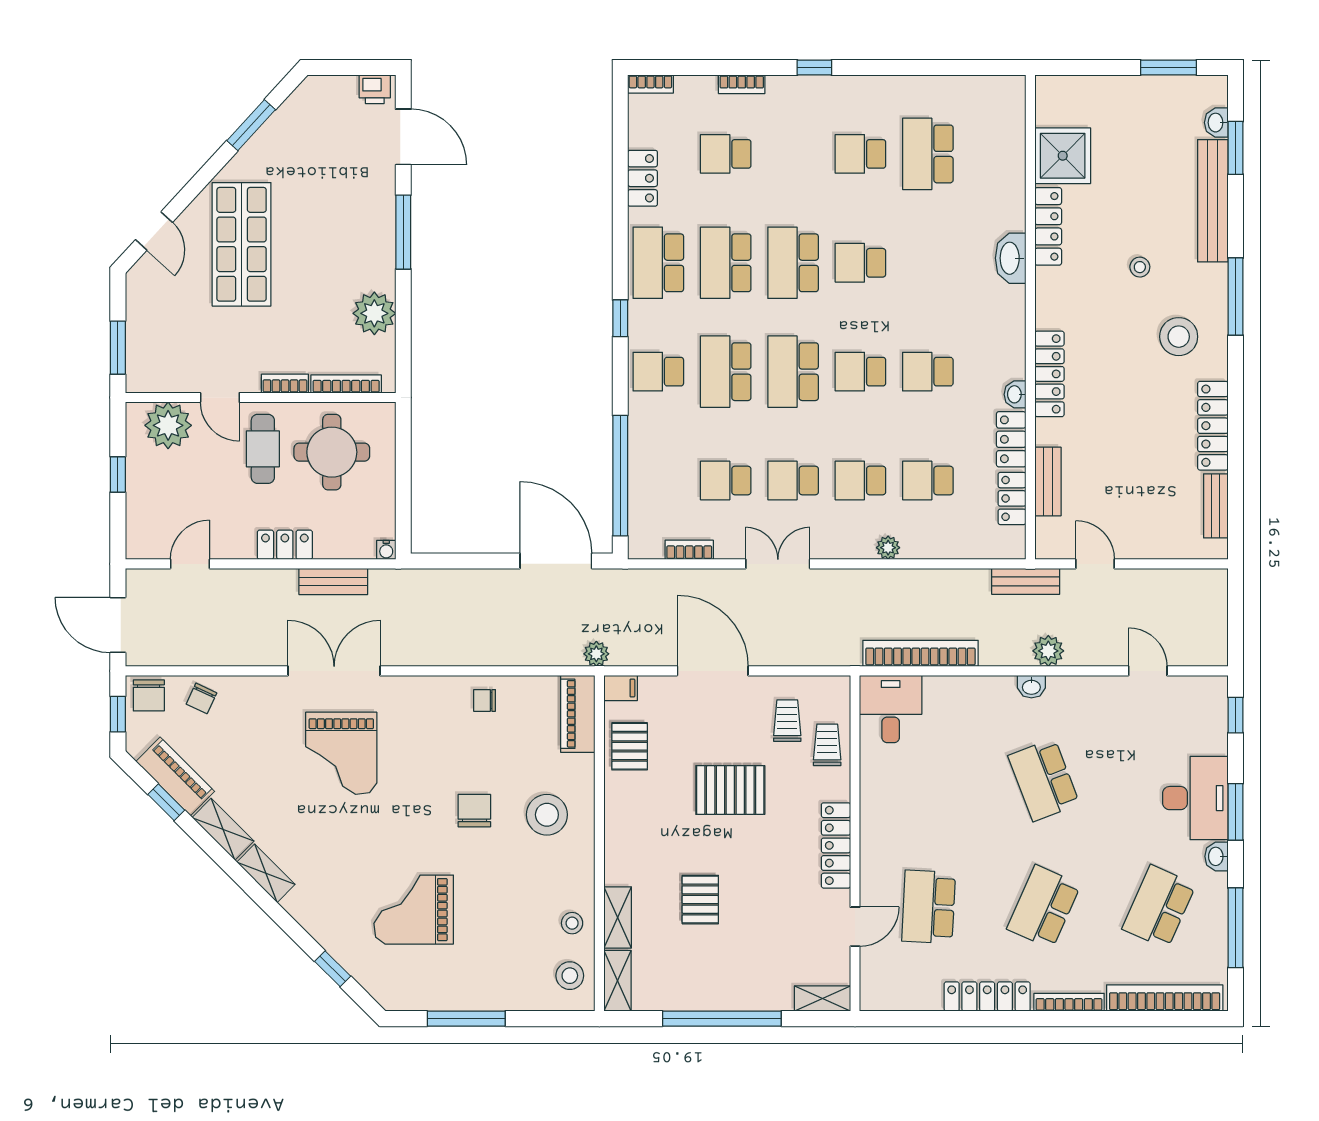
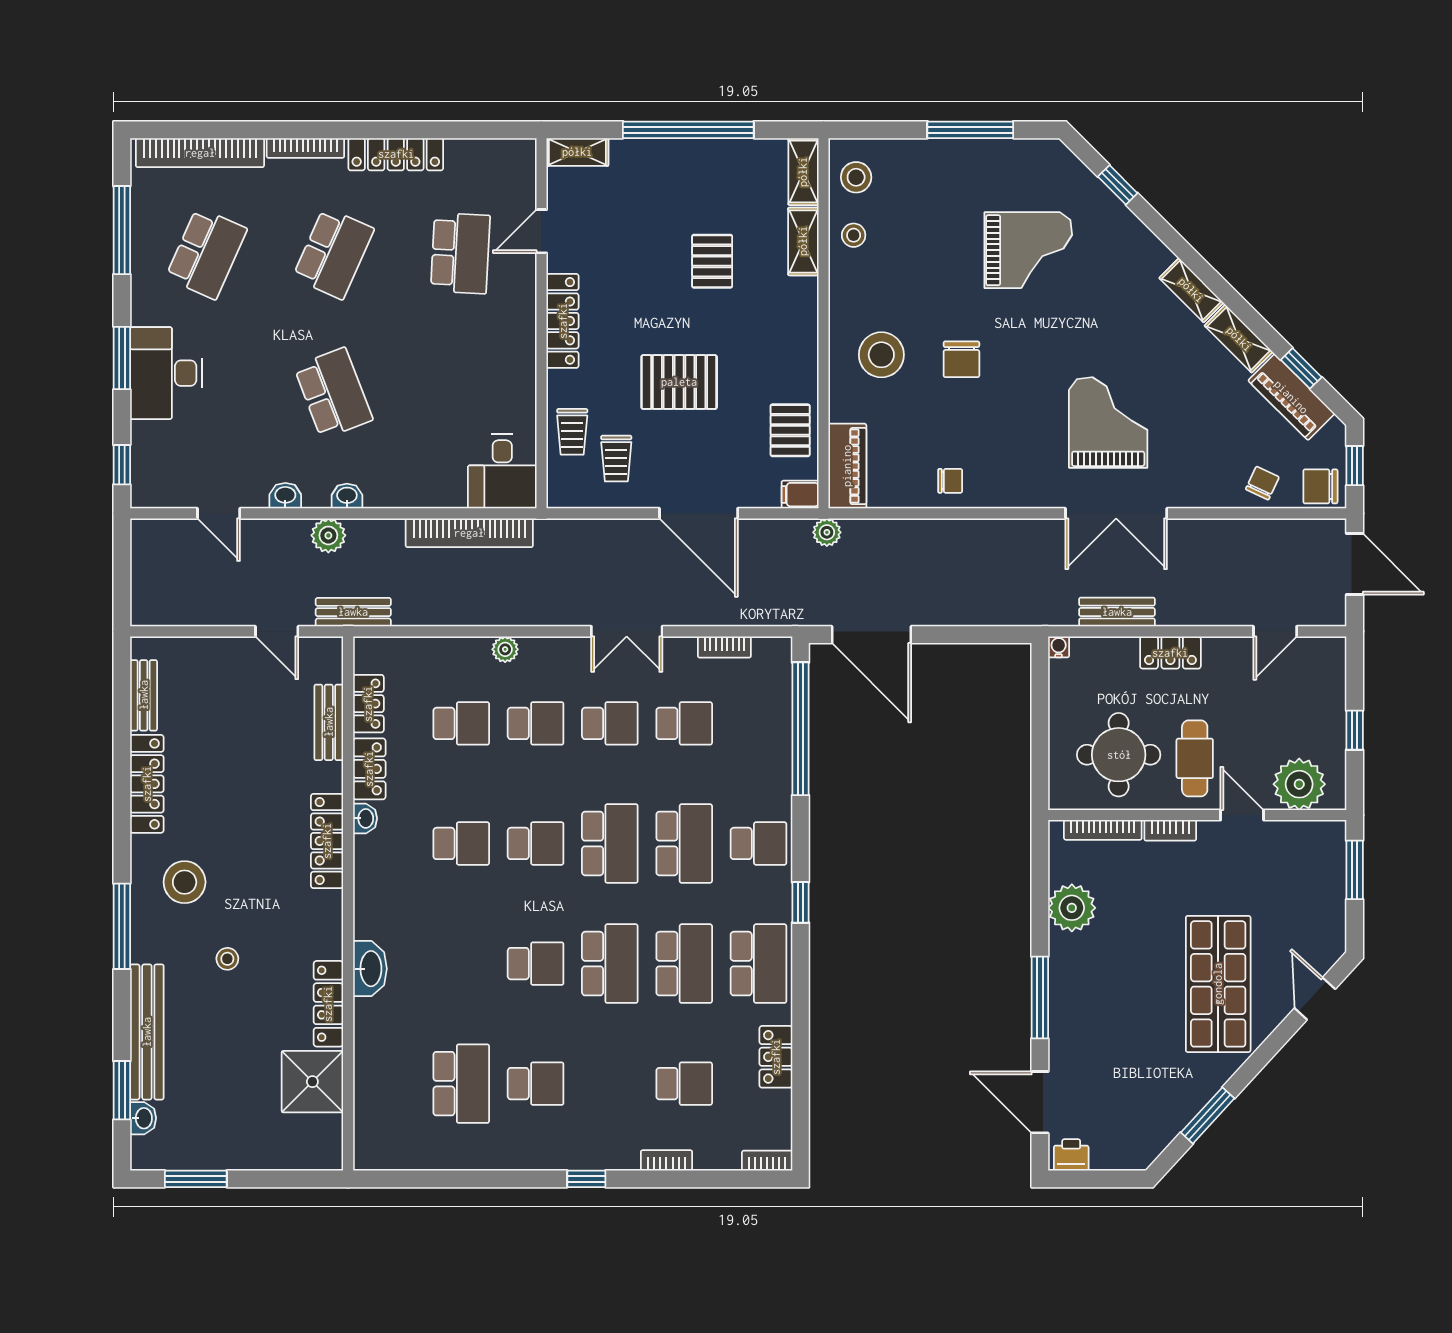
chair: (149, 695) -> (1320, 486), turned -90
washbasin: (1216, 856) -> (285, 496), moved, turned -90

